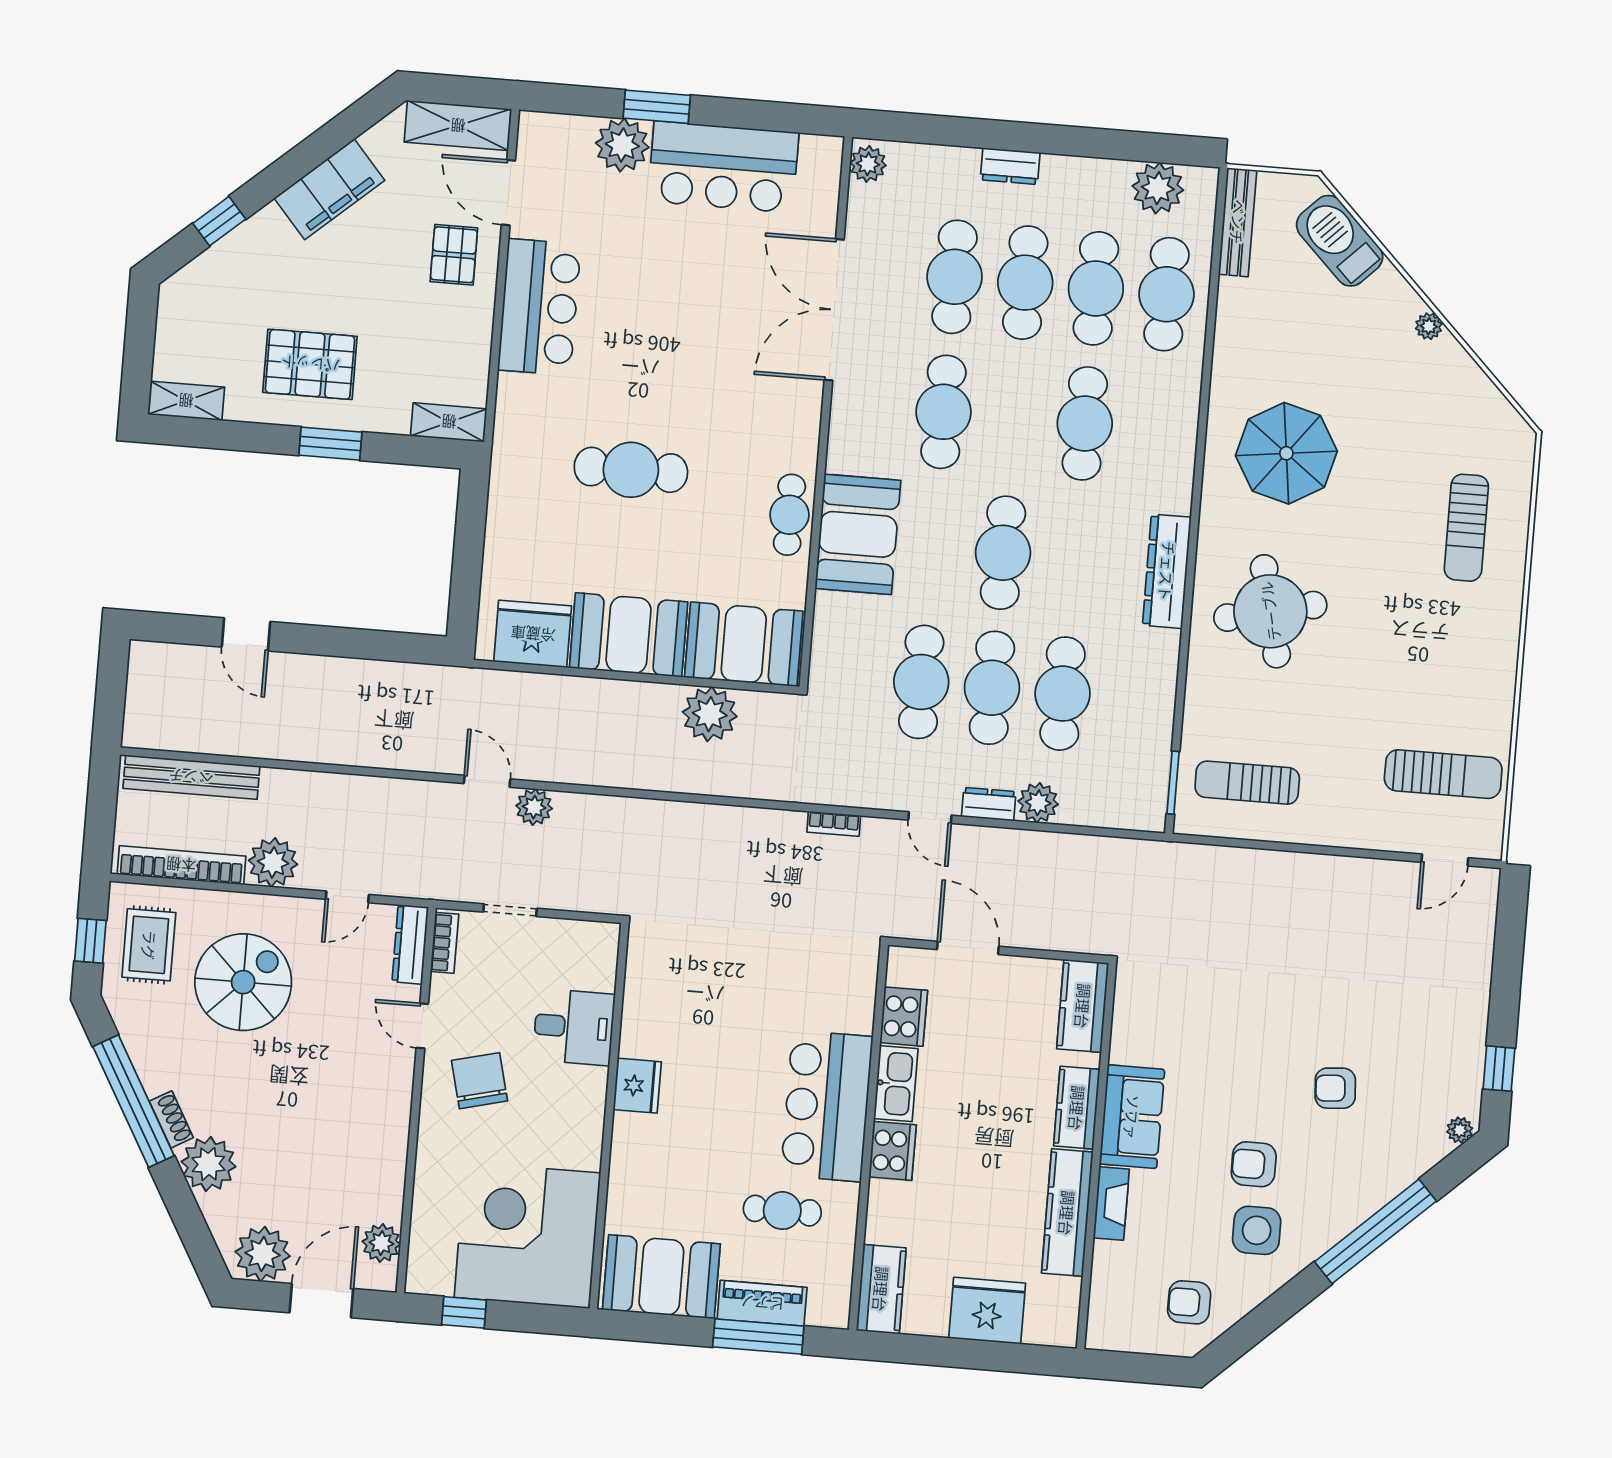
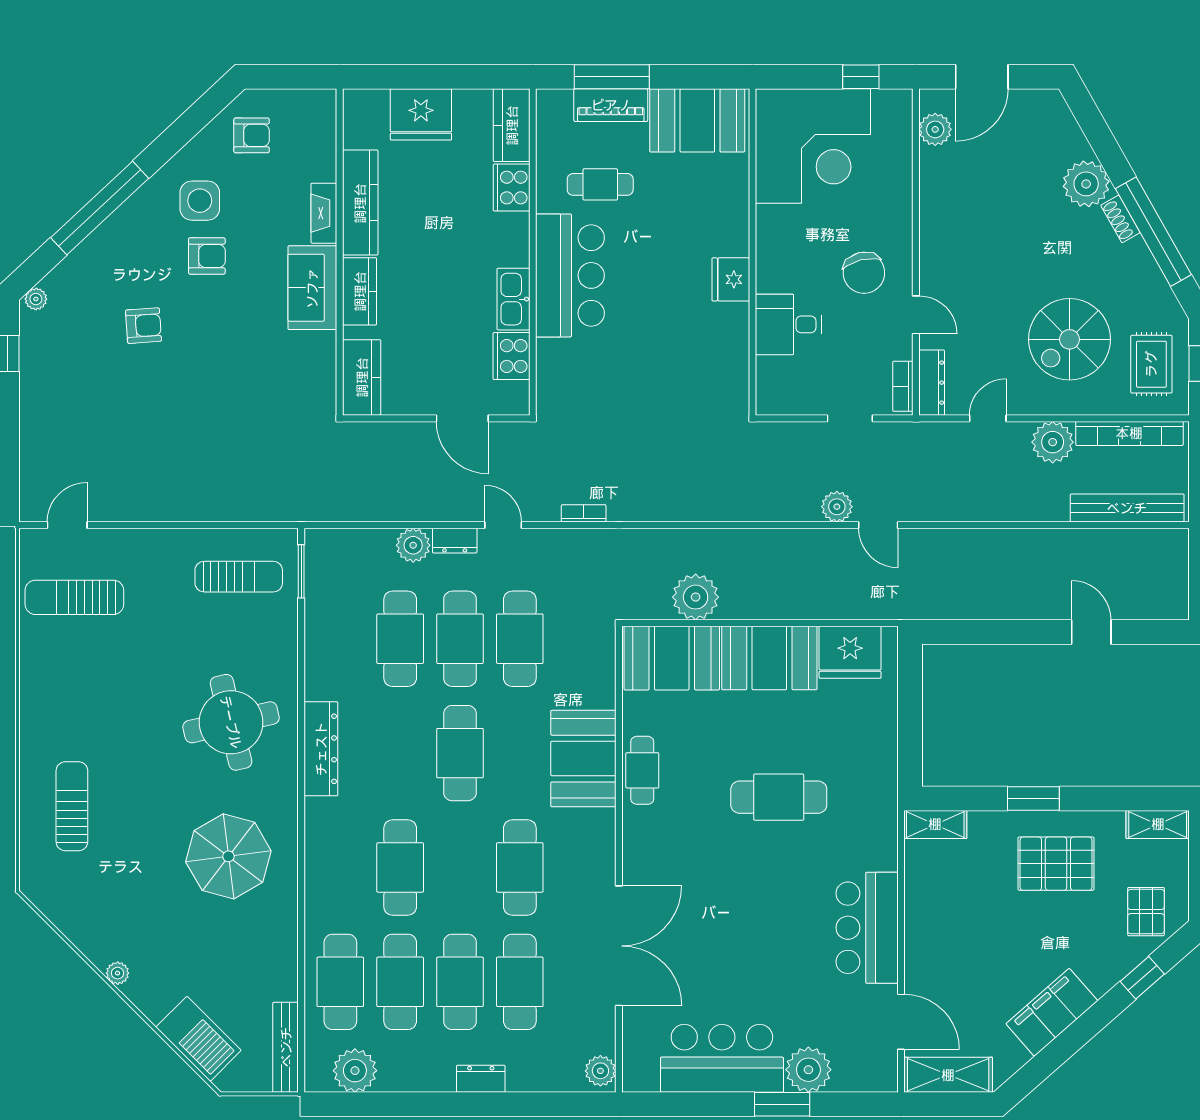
pallet: (454, 255) -> (1146, 912), moved
cooker: (893, 1151) -> (512, 188), moved
plant: (263, 1254) -> (1034, 112), removed

